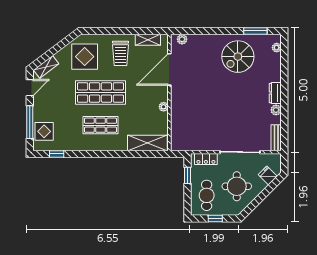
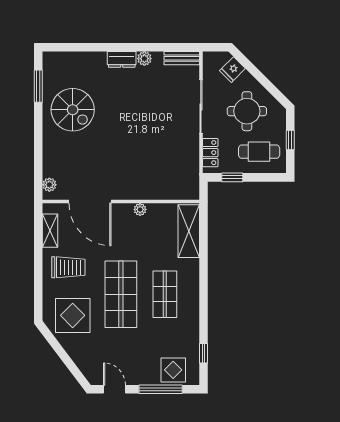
plant: (277, 48) -> (61, 58), removed
shelving: (46, 67) -> (87, 367), removed

